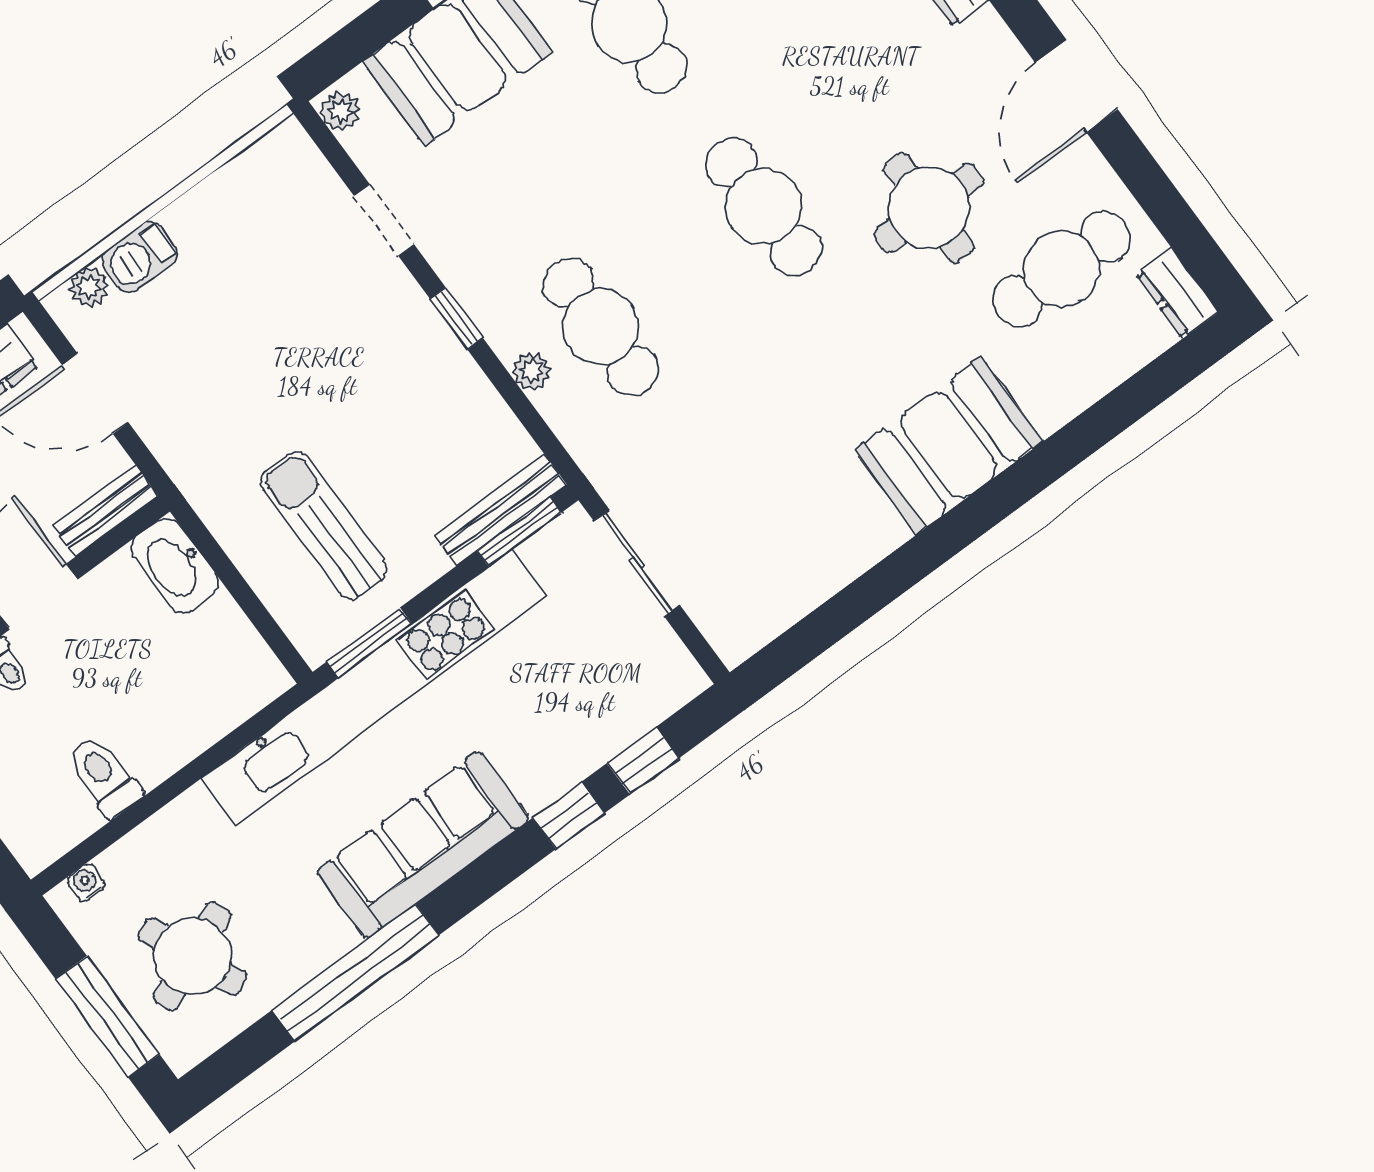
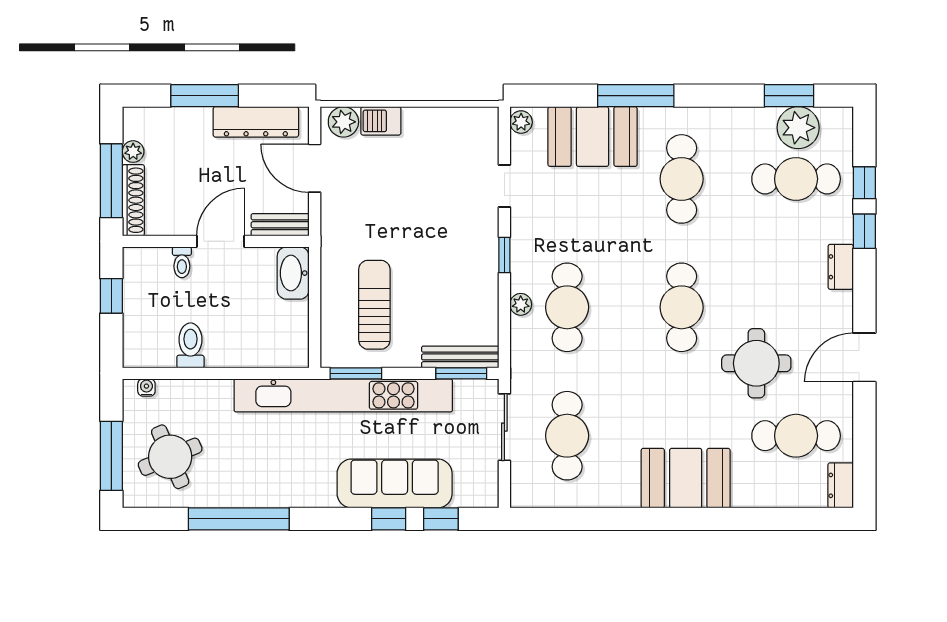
plant: (89, 287) -> (343, 122), width x1.38, depth x1.38
cafe table: (735, 509) -> (567, 436), added
sofa: (423, 845) -> (395, 483), moved

